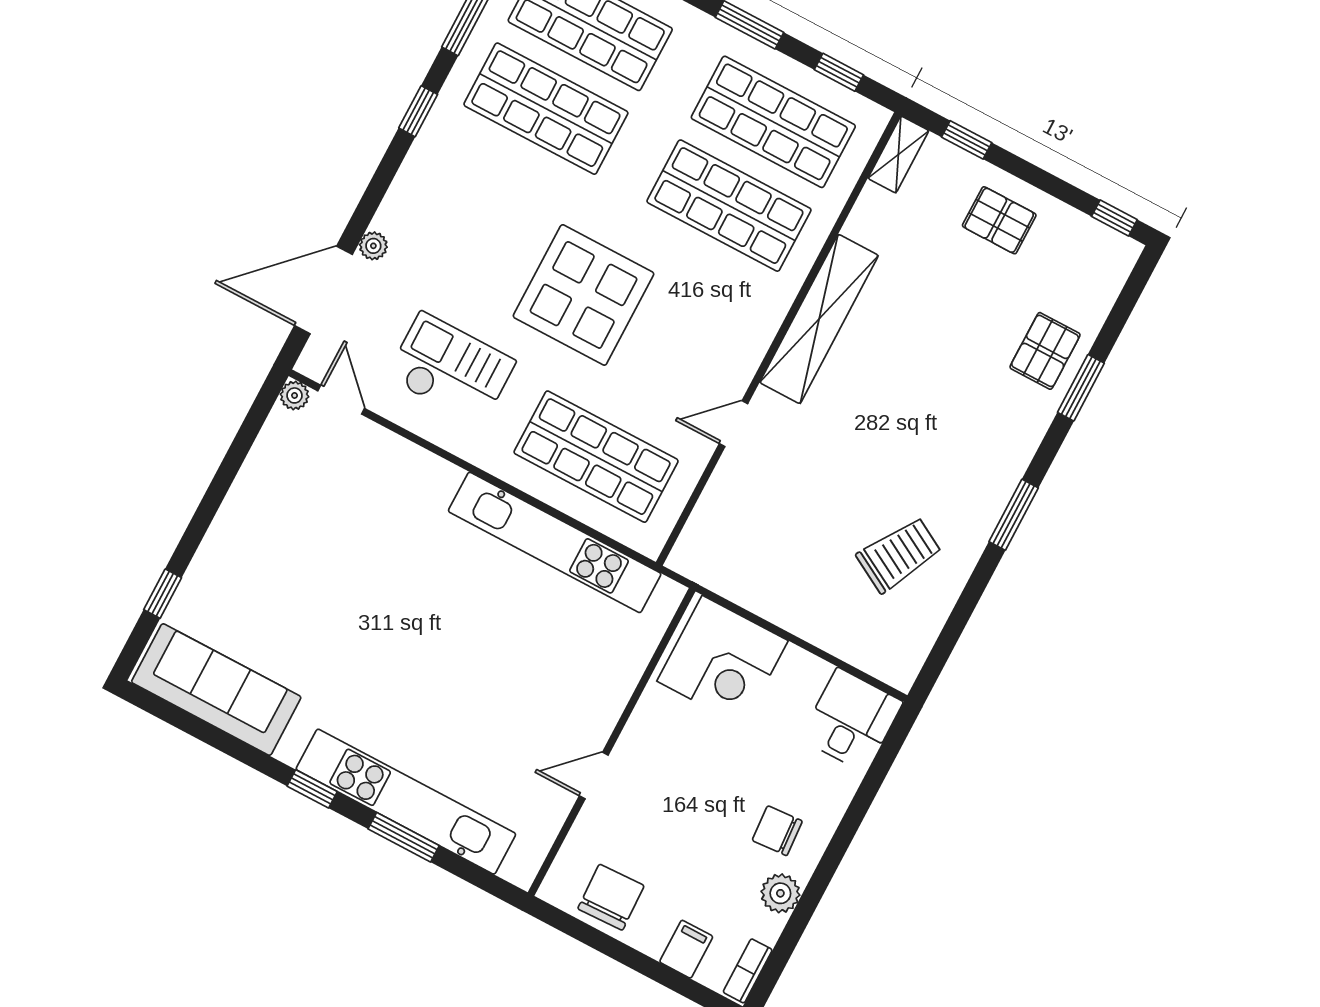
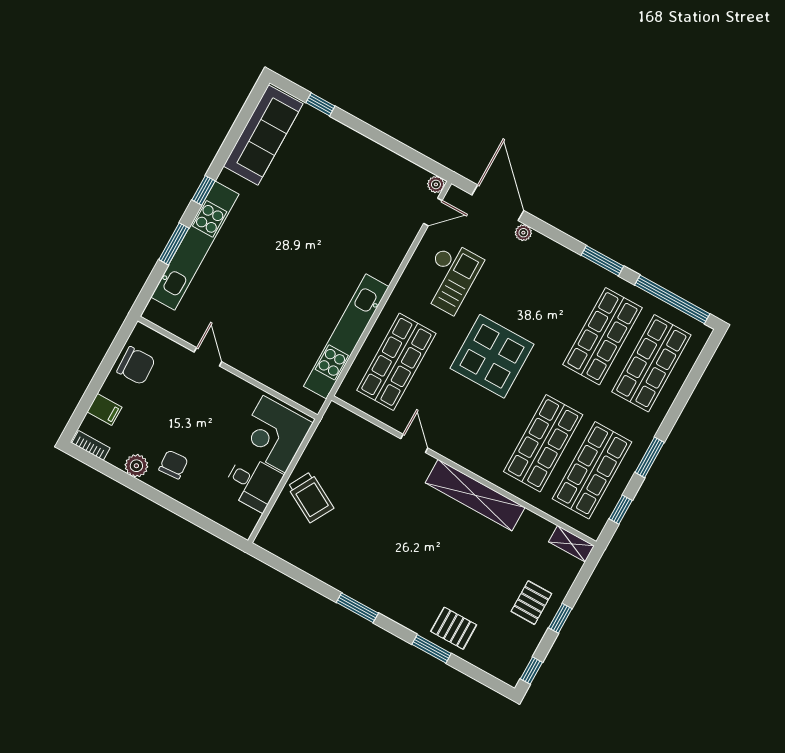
window: (418, 111) -> (602, 261), width x1.50
window: (967, 140) -> (560, 618), moved
trolley: (899, 555) -> (310, 497), moved
desk: (851, 720) -> (253, 483), moved

